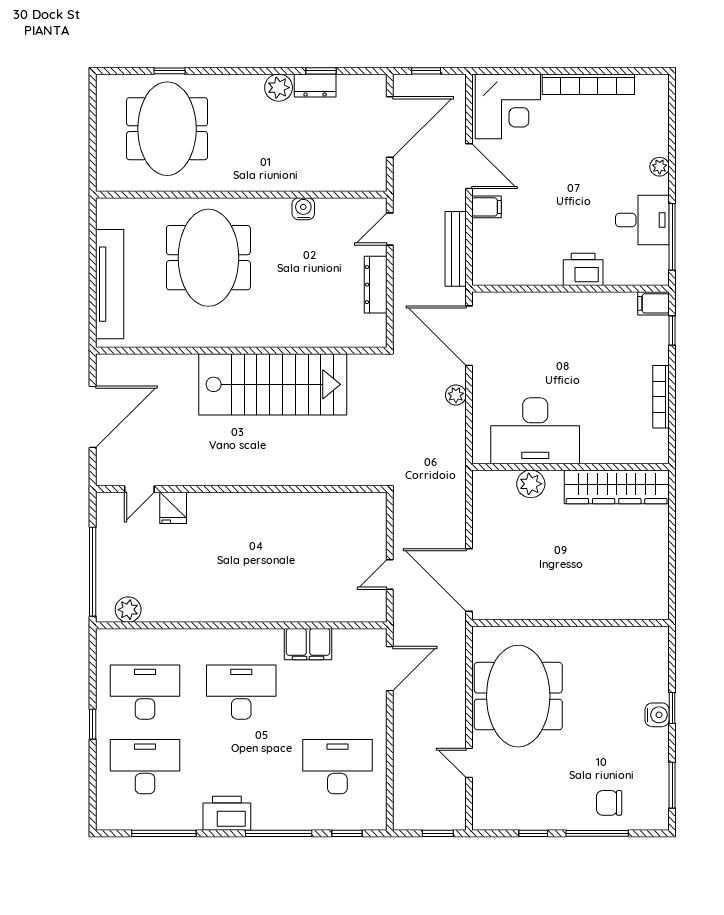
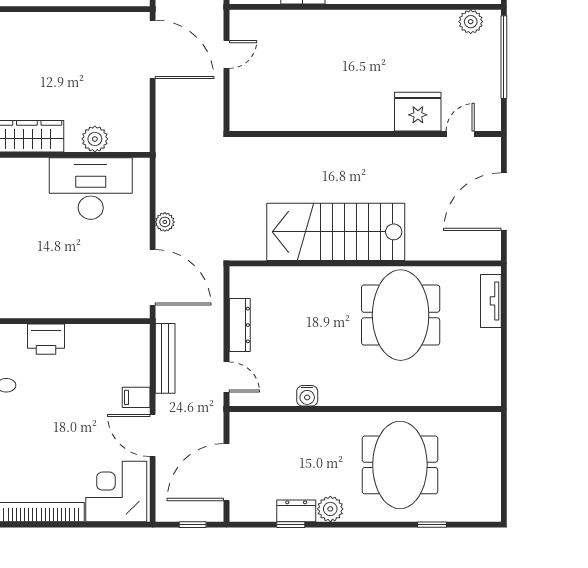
meeting table: (167, 129) -> (400, 465), moved
door: (390, 229) -> (226, 377), hinge flipped
meeting table: (208, 258) -> (401, 315), moved
tv unit: (110, 284) -> (491, 301), width x0.52, depth x0.78
fridge: (173, 508) -> (418, 112), width x1.88, depth x1.34

